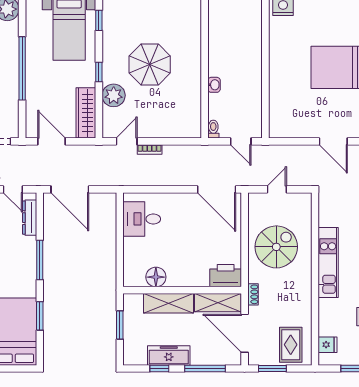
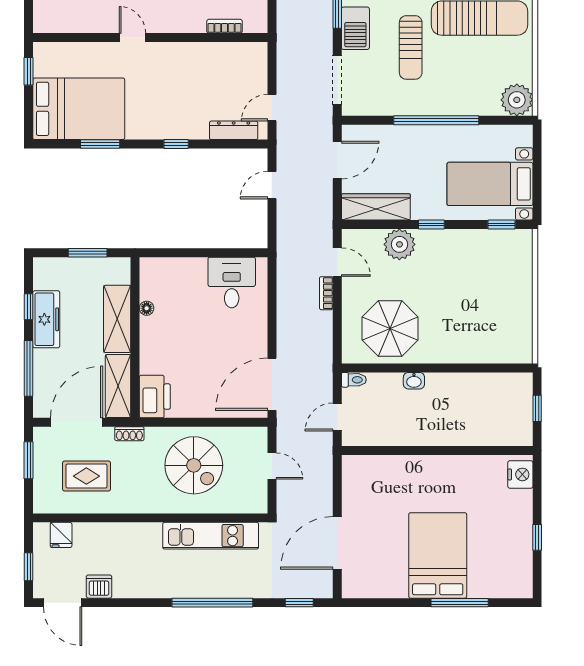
parasol: (150, 64) -> (390, 329), moved
door: (333, 141) -> (337, 543), width x1.36
door: (70, 189) -> (272, 185), width x0.53
window: (40, 260) -> (176, 144), width x0.46
kitchen unit: (328, 262) -> (211, 536), moved
floor lamp: (156, 277) -> (147, 308), width x0.53, depth x0.53
rug: (291, 345) -> (86, 476), moved

